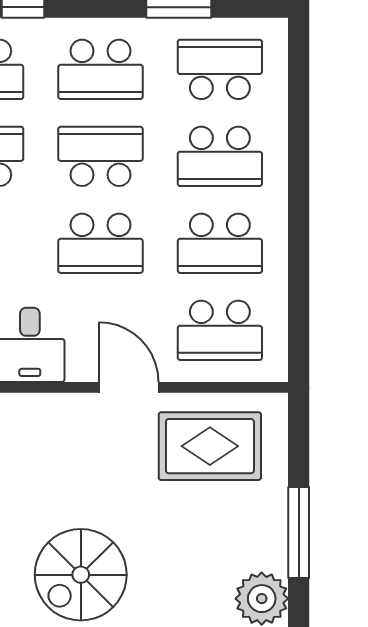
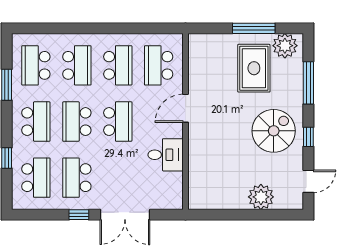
school desk: (220, 330) -> (159, 65), turned 180
rug: (210, 446) -> (254, 68), moved
spiral stairs: (81, 575) -> (274, 131), turned -90

